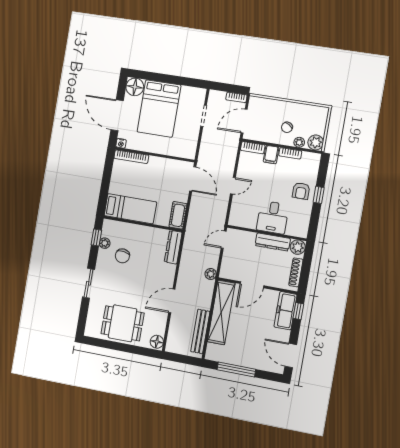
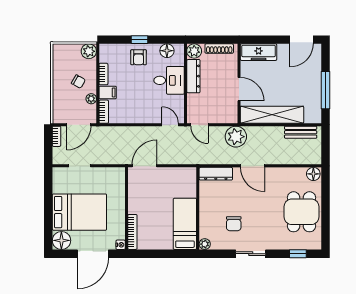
door: (244, 121) -> (79, 125), hinge flipped
plant: (299, 142) -> (91, 99), moved
door: (233, 186) -> (170, 125), moved
armchair: (301, 191) -> (139, 57), turned 90
cot: (178, 215) -> (183, 174), removed
floor lamp: (303, 220) -> (167, 51), added
window: (96, 237) -> (298, 254), moved
plant: (105, 243) -> (205, 244), moved
chair: (122, 256) -> (234, 224), turned 82
plant: (211, 274) -> (236, 137), width x1.88, depth x1.88
sliding door: (89, 283) -> (251, 254), moved
door: (172, 301) -> (253, 166), moved
window: (298, 311) -> (257, 40), removed
bench: (200, 331) -> (301, 132), width x0.73

